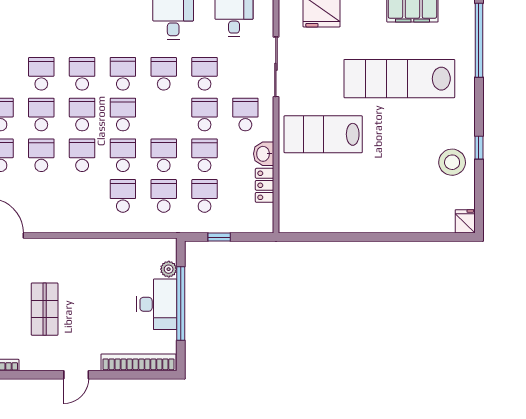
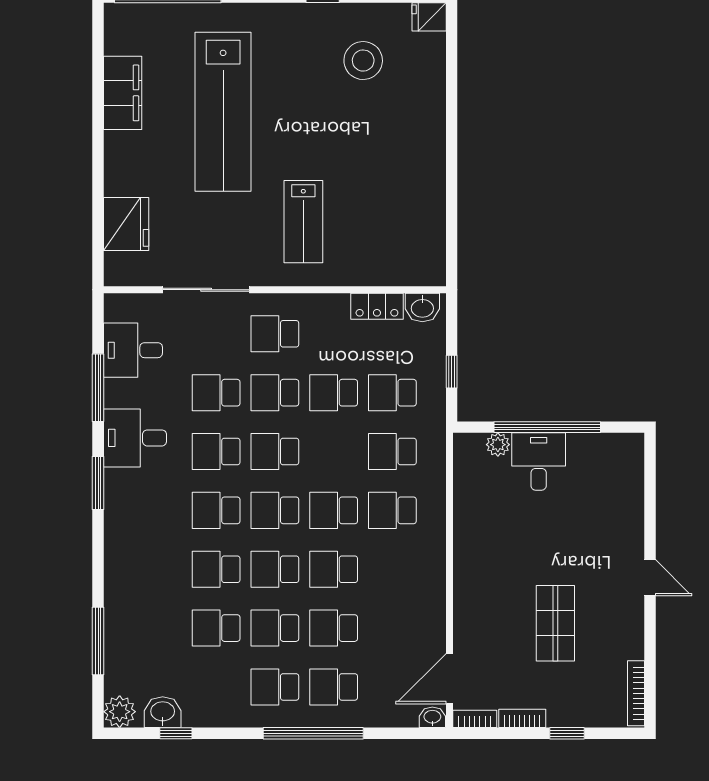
lab bench: (323, 134) -> (303, 222), width x0.73, depth x0.72
washbasin: (264, 154) -> (422, 308), moved
school desk: (164, 155) -> (275, 452), moved
stool: (452, 162) -> (363, 61), moved
desk: (157, 304) -> (539, 461), width x0.73
shop shelf: (45, 309) -> (555, 623), turned 90
bookcase: (139, 362) -> (632, 488), removed

